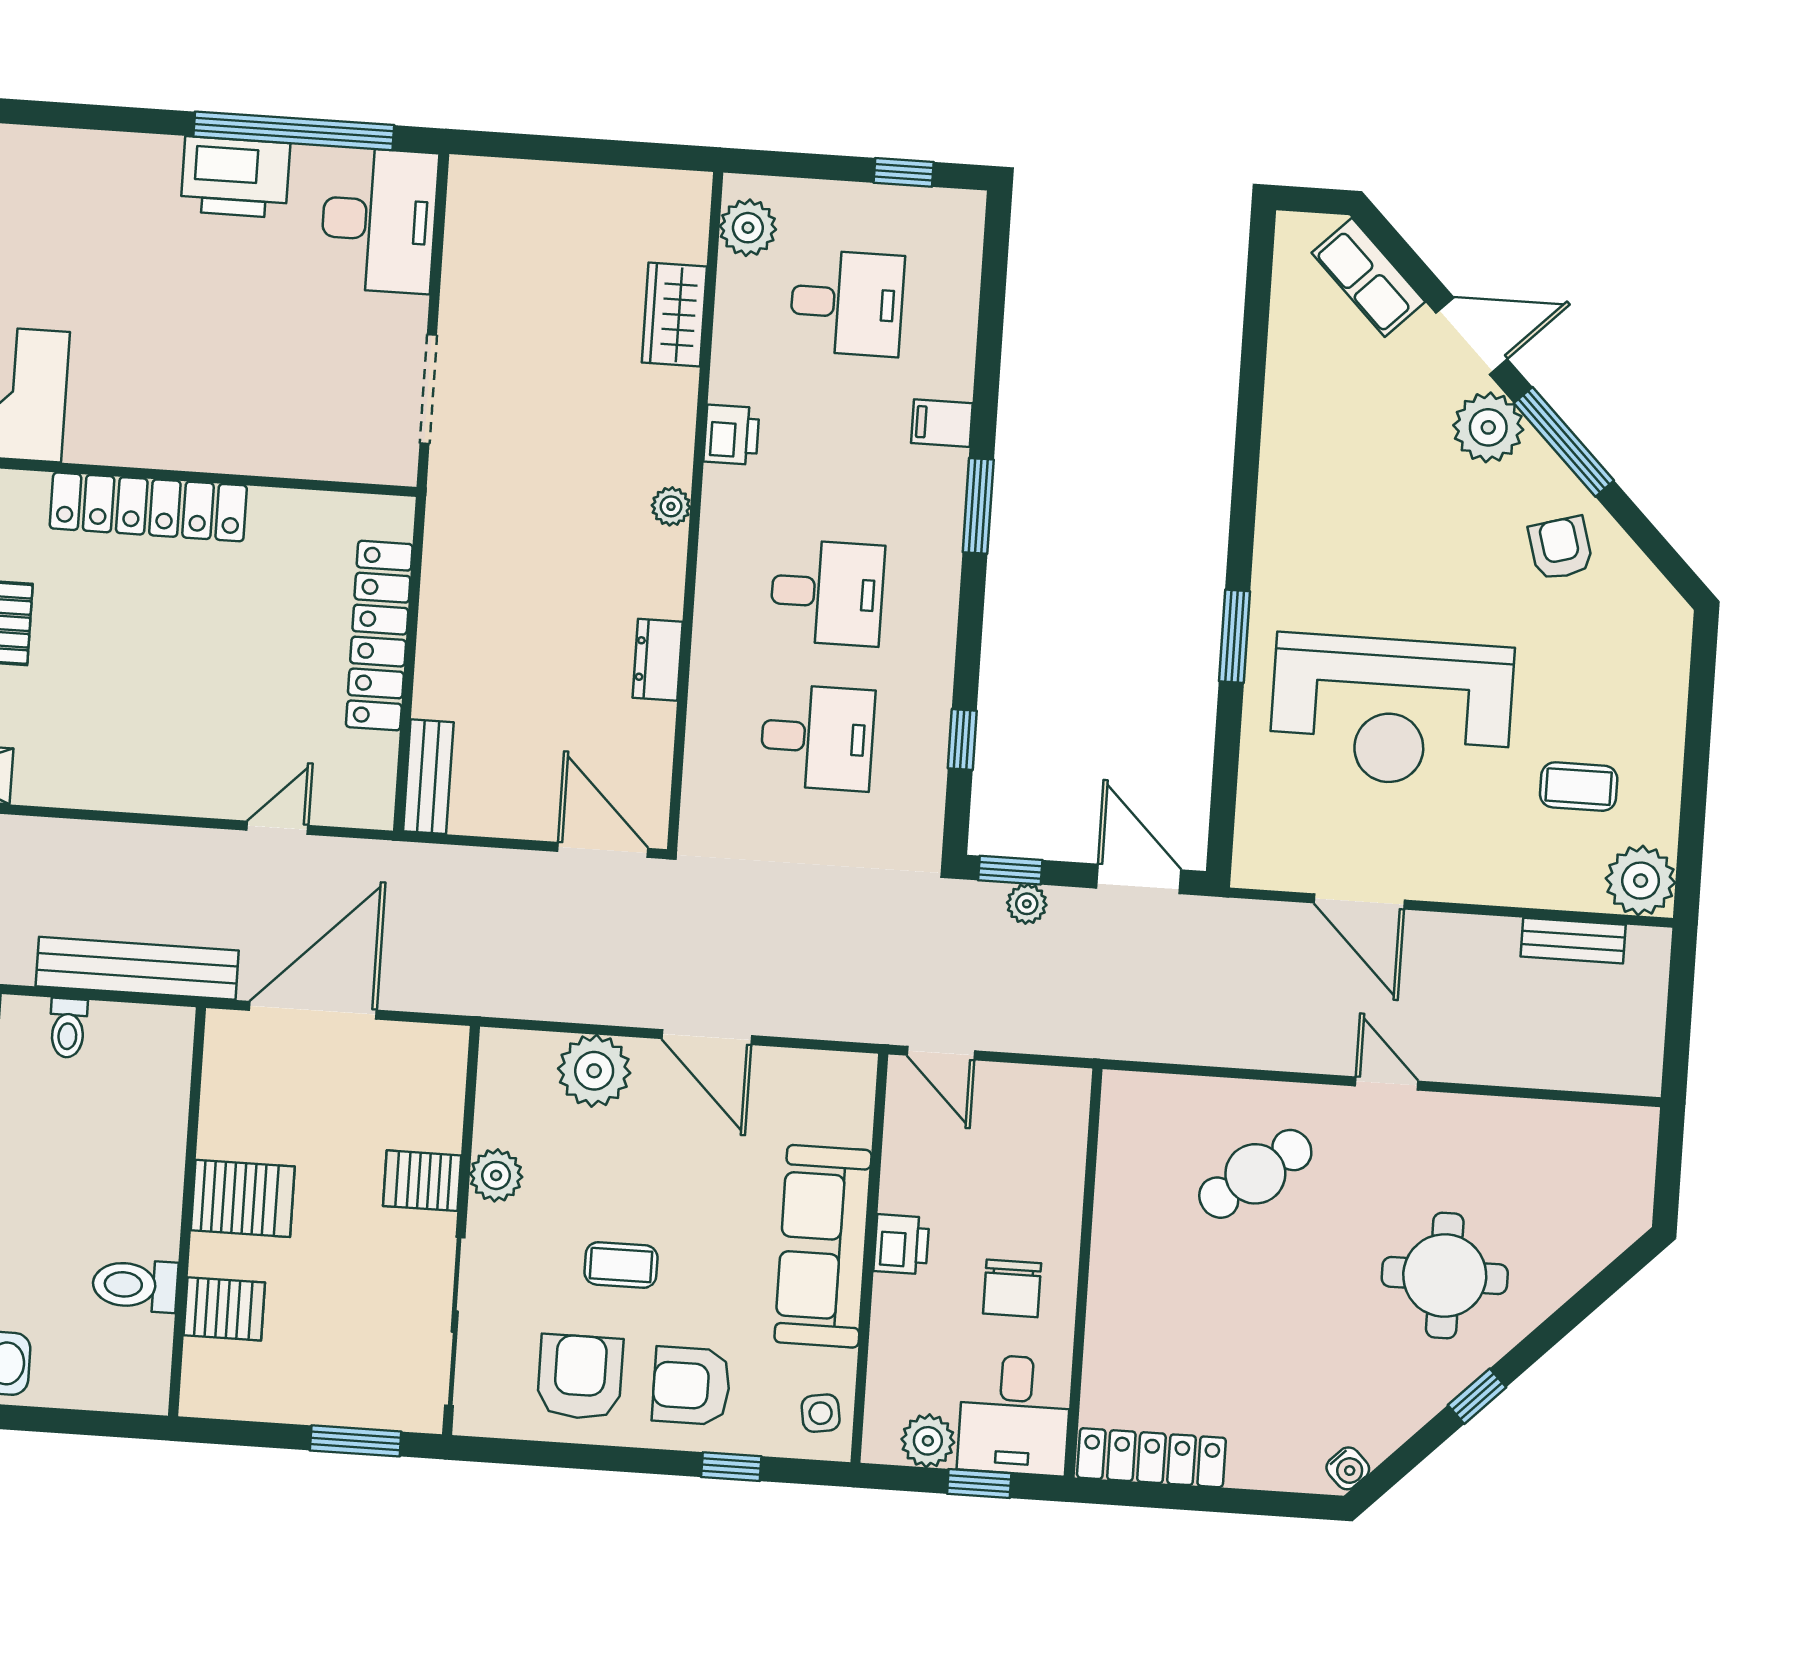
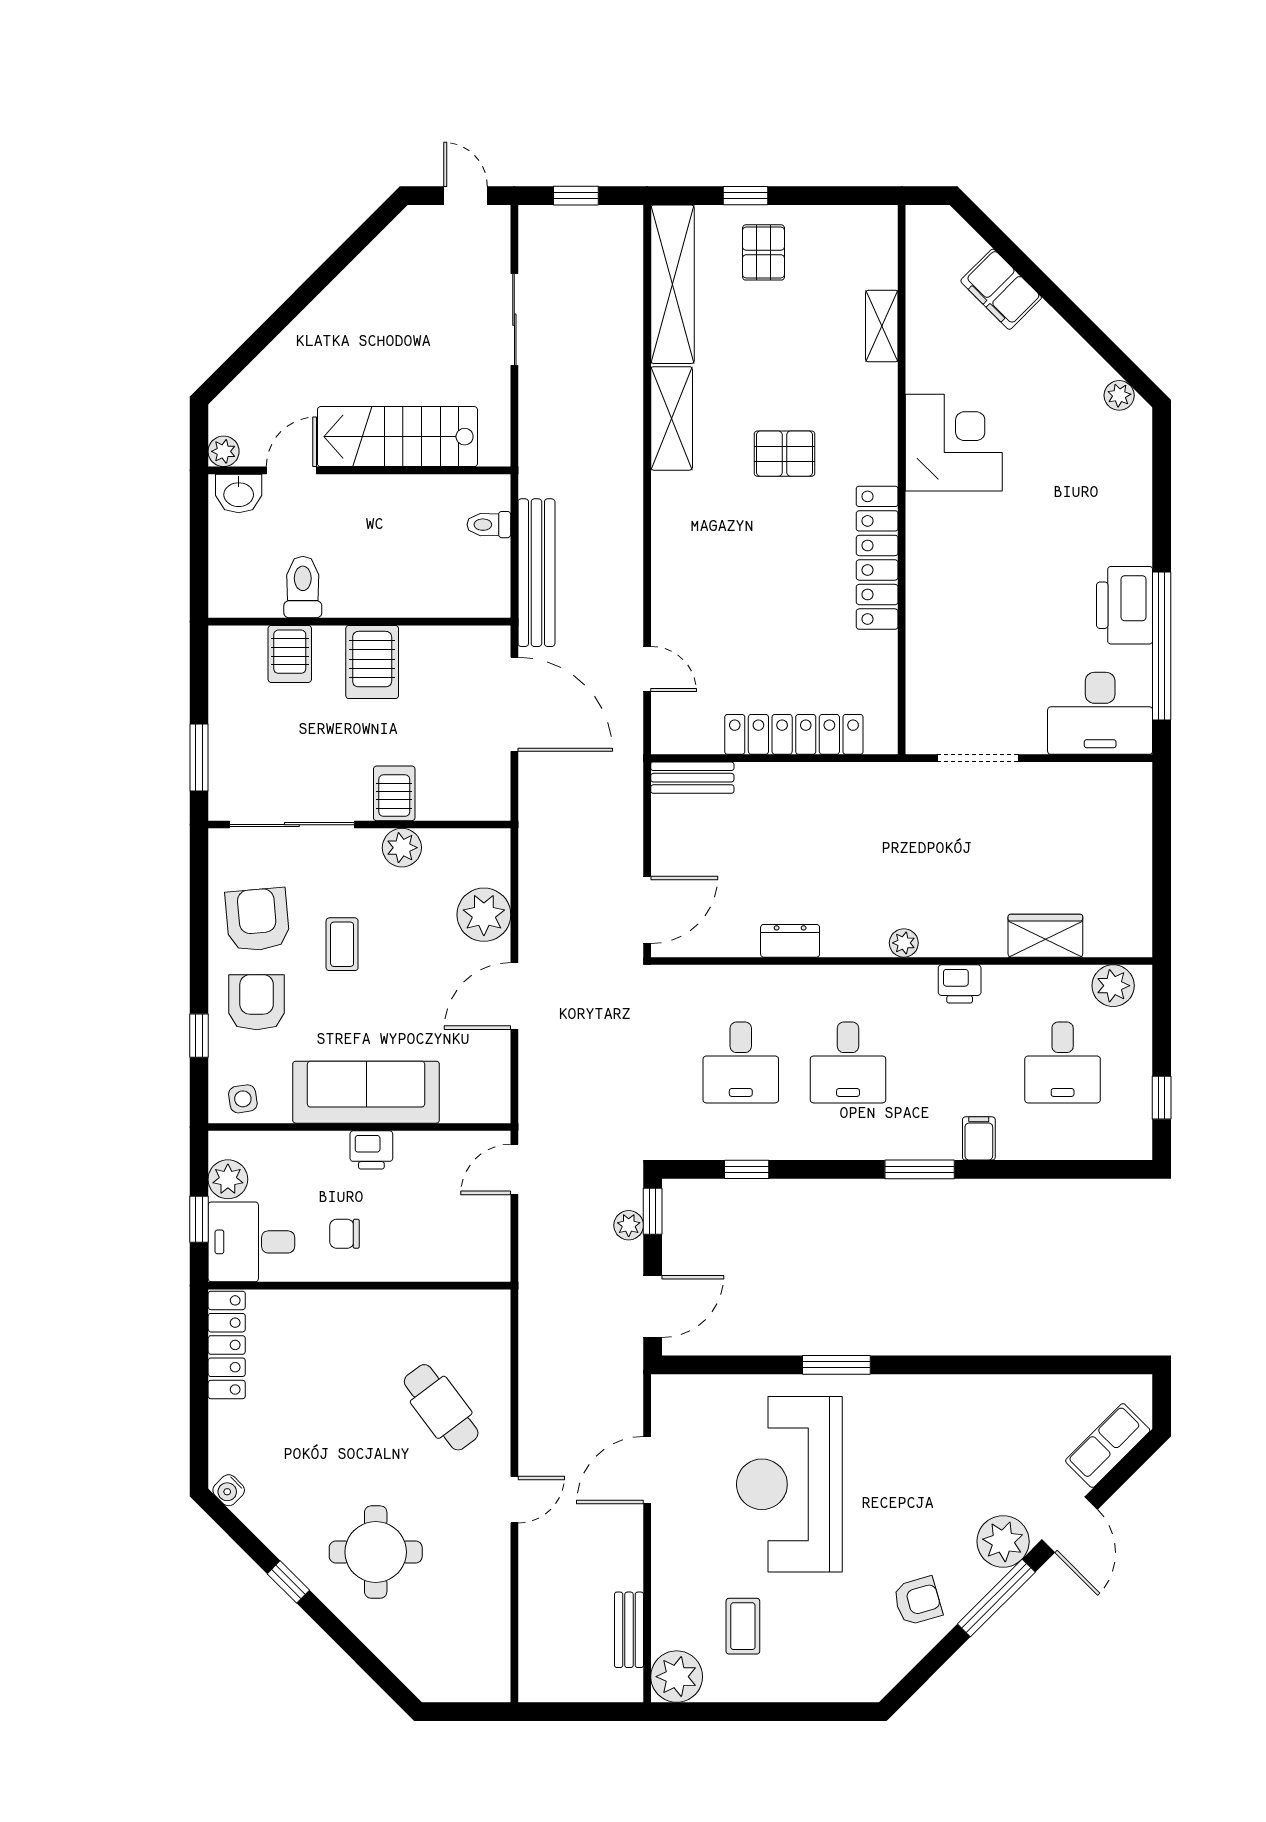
chair: (1012, 1288) -> (345, 1234), width x0.73, depth x0.73
armchair: (580, 1377) -> (257, 920), turned -95

